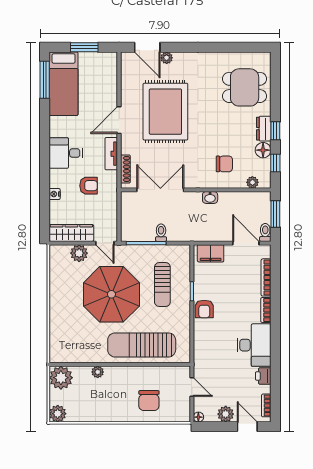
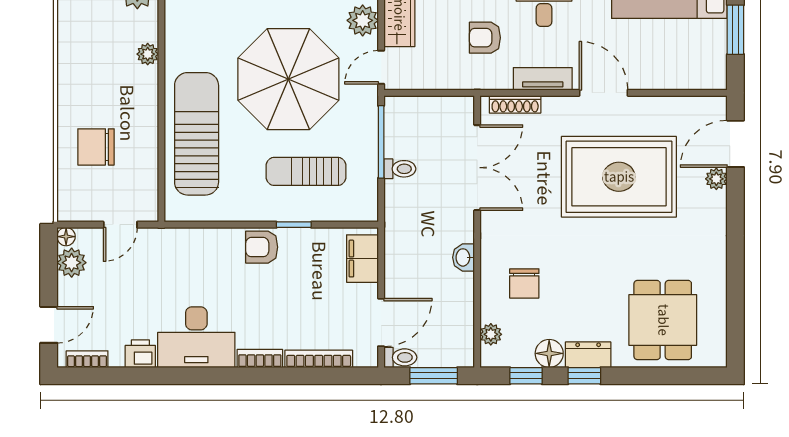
armchair: (89, 186) -> (485, 38), turned 90
plant: (226, 414) -> (72, 263), moved

